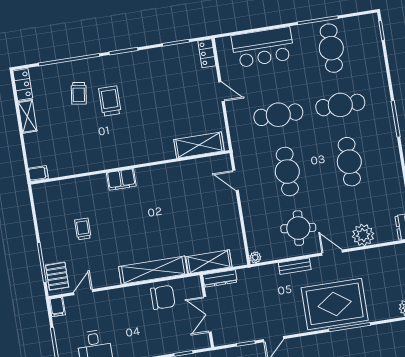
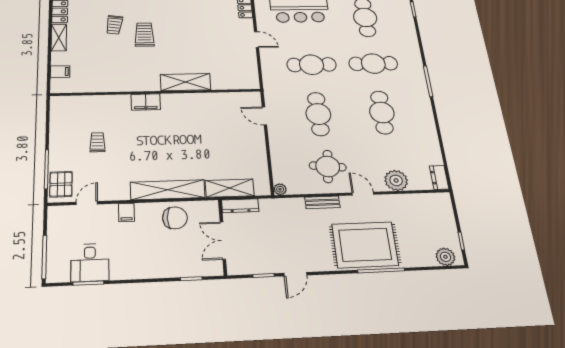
shelving: (199, 145) -> (185, 82), moved
filing cabinet: (38, 173) -> (60, 72), moved
filing cabinet: (57, 307) -> (126, 212), moved

